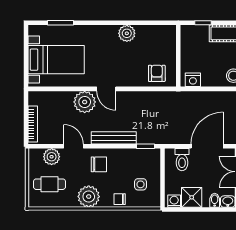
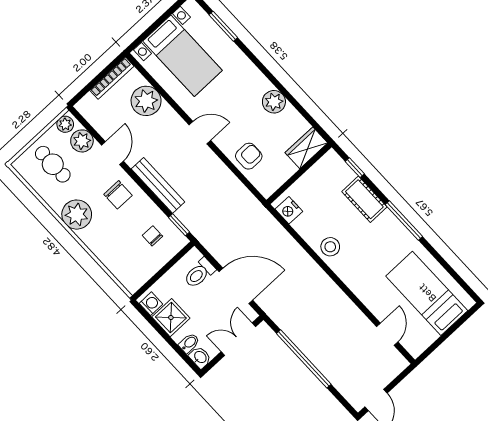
wardrobe: (168, 39) -> (306, 148), added
armchair: (157, 73) -> (249, 156), moved
door: (106, 89) -> (200, 133), swing flipped
plant: (85, 102) -> (146, 101), moved
bookcase: (33, 124) -> (112, 78), moved
plant: (34, 157) -> (65, 124), added
side table: (140, 184) -> (137, 255), removed
chair: (120, 199) -> (153, 236), moved

